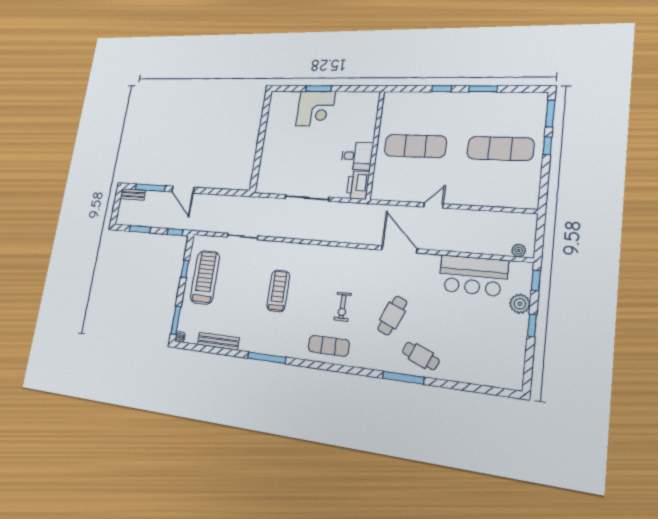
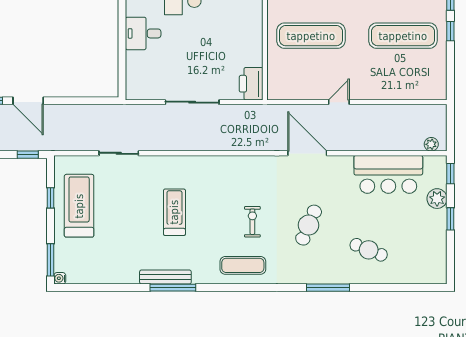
desk: (357, 156) -> (143, 33), moved, turned 180
exercise bike: (343, 307) -> (252, 222), turned 180
bench: (218, 341) -> (165, 277), moved
cafe table: (421, 356) -> (369, 250), moved

